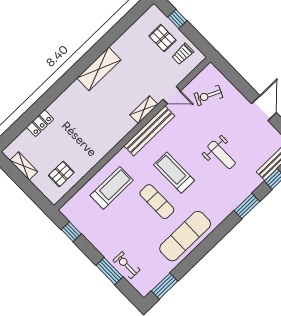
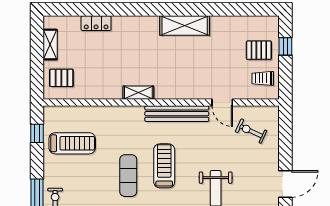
pallet: (163, 38) -> (259, 50), turned 90
shelving: (144, 110) -> (138, 93), moved
pallet: (61, 174) -> (61, 78), moved
treadmill: (112, 188) -> (72, 143), moved

